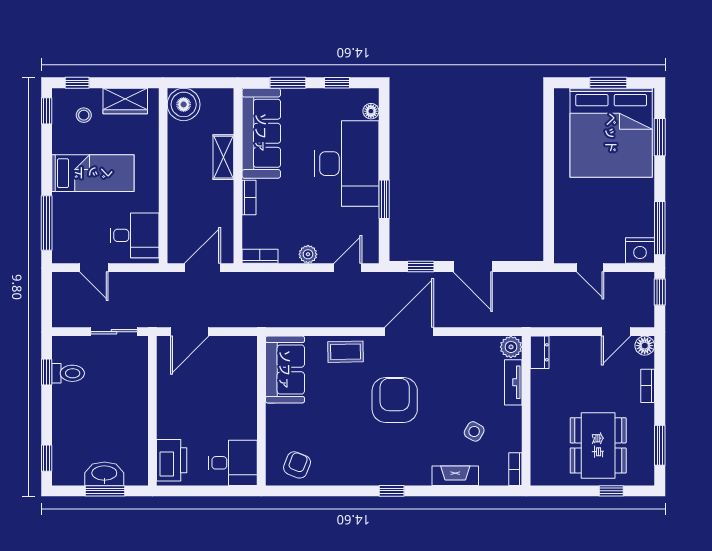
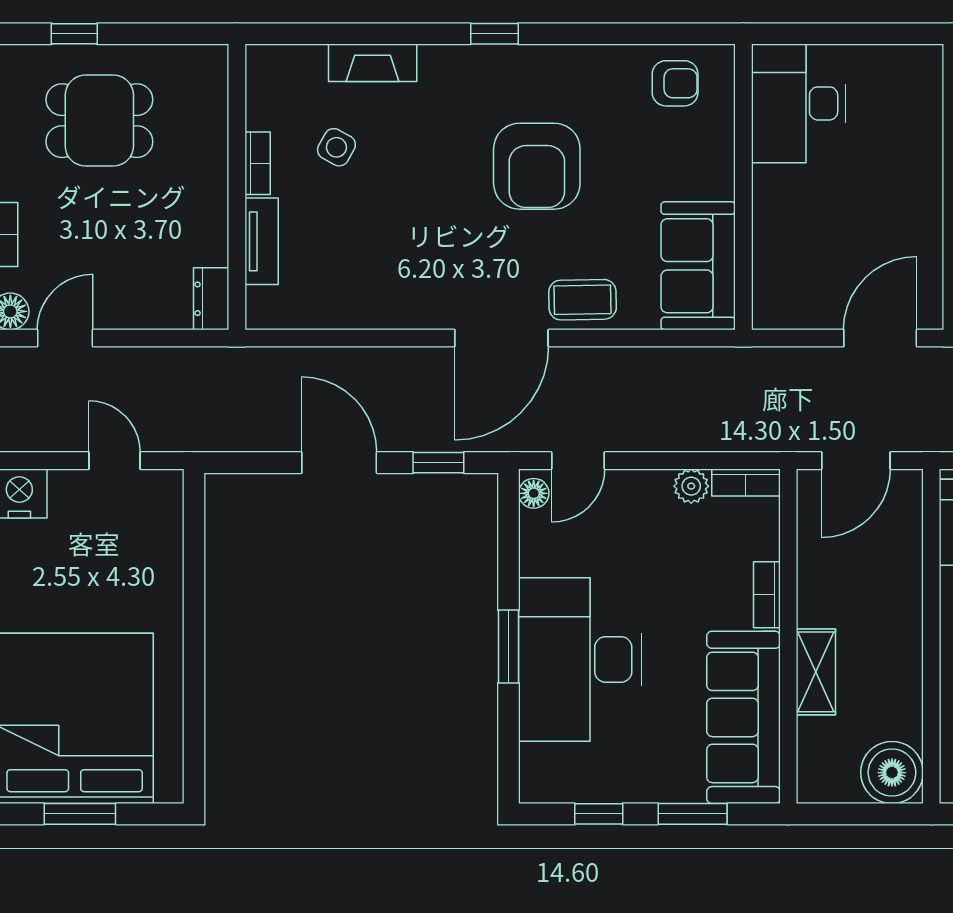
floor lamp: (371, 111) -> (534, 493), moved
window: (384, 199) -> (509, 647), moved
plant: (308, 254) -> (691, 486), moved
door: (409, 332) -> (501, 338), moved
plant: (511, 347) -> (266, 309), removed
armchair: (395, 400) -> (537, 166), moved
dining table: (598, 445) -> (99, 121), width x0.73
printer: (172, 460) -> (915, 92), removed
desk: (233, 463) -> (798, 103), width x1.37
armchair: (297, 465) -> (675, 83), turned -111
bookcase: (515, 469) -> (258, 163), moved

